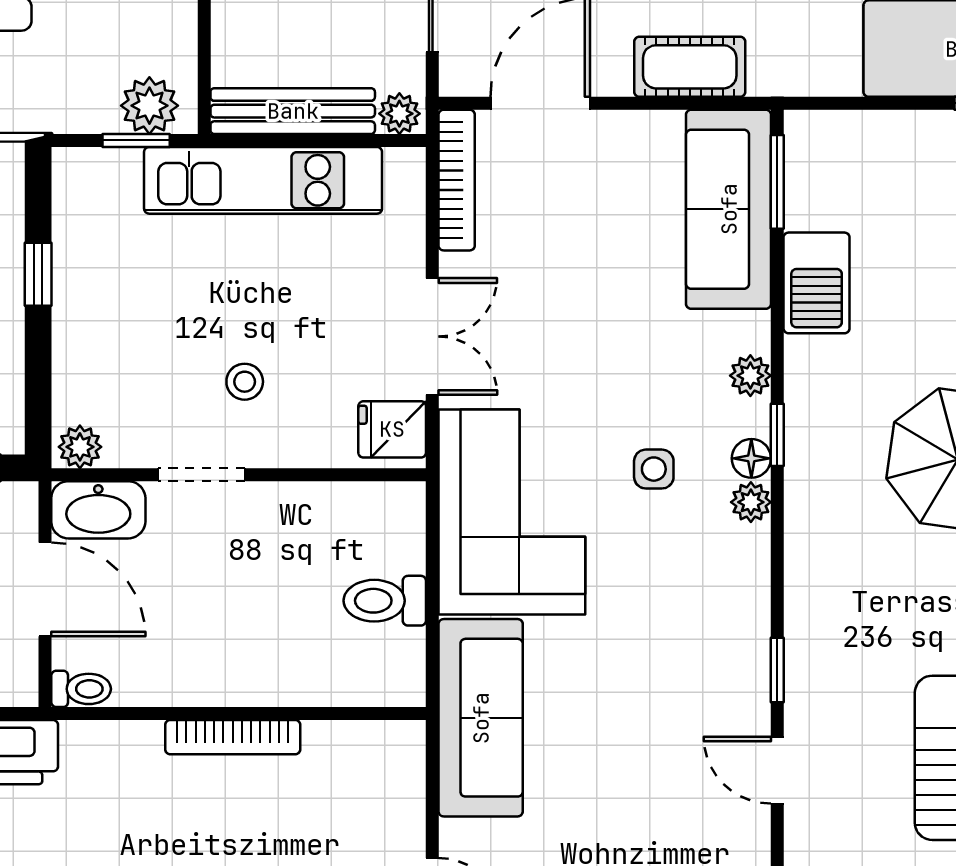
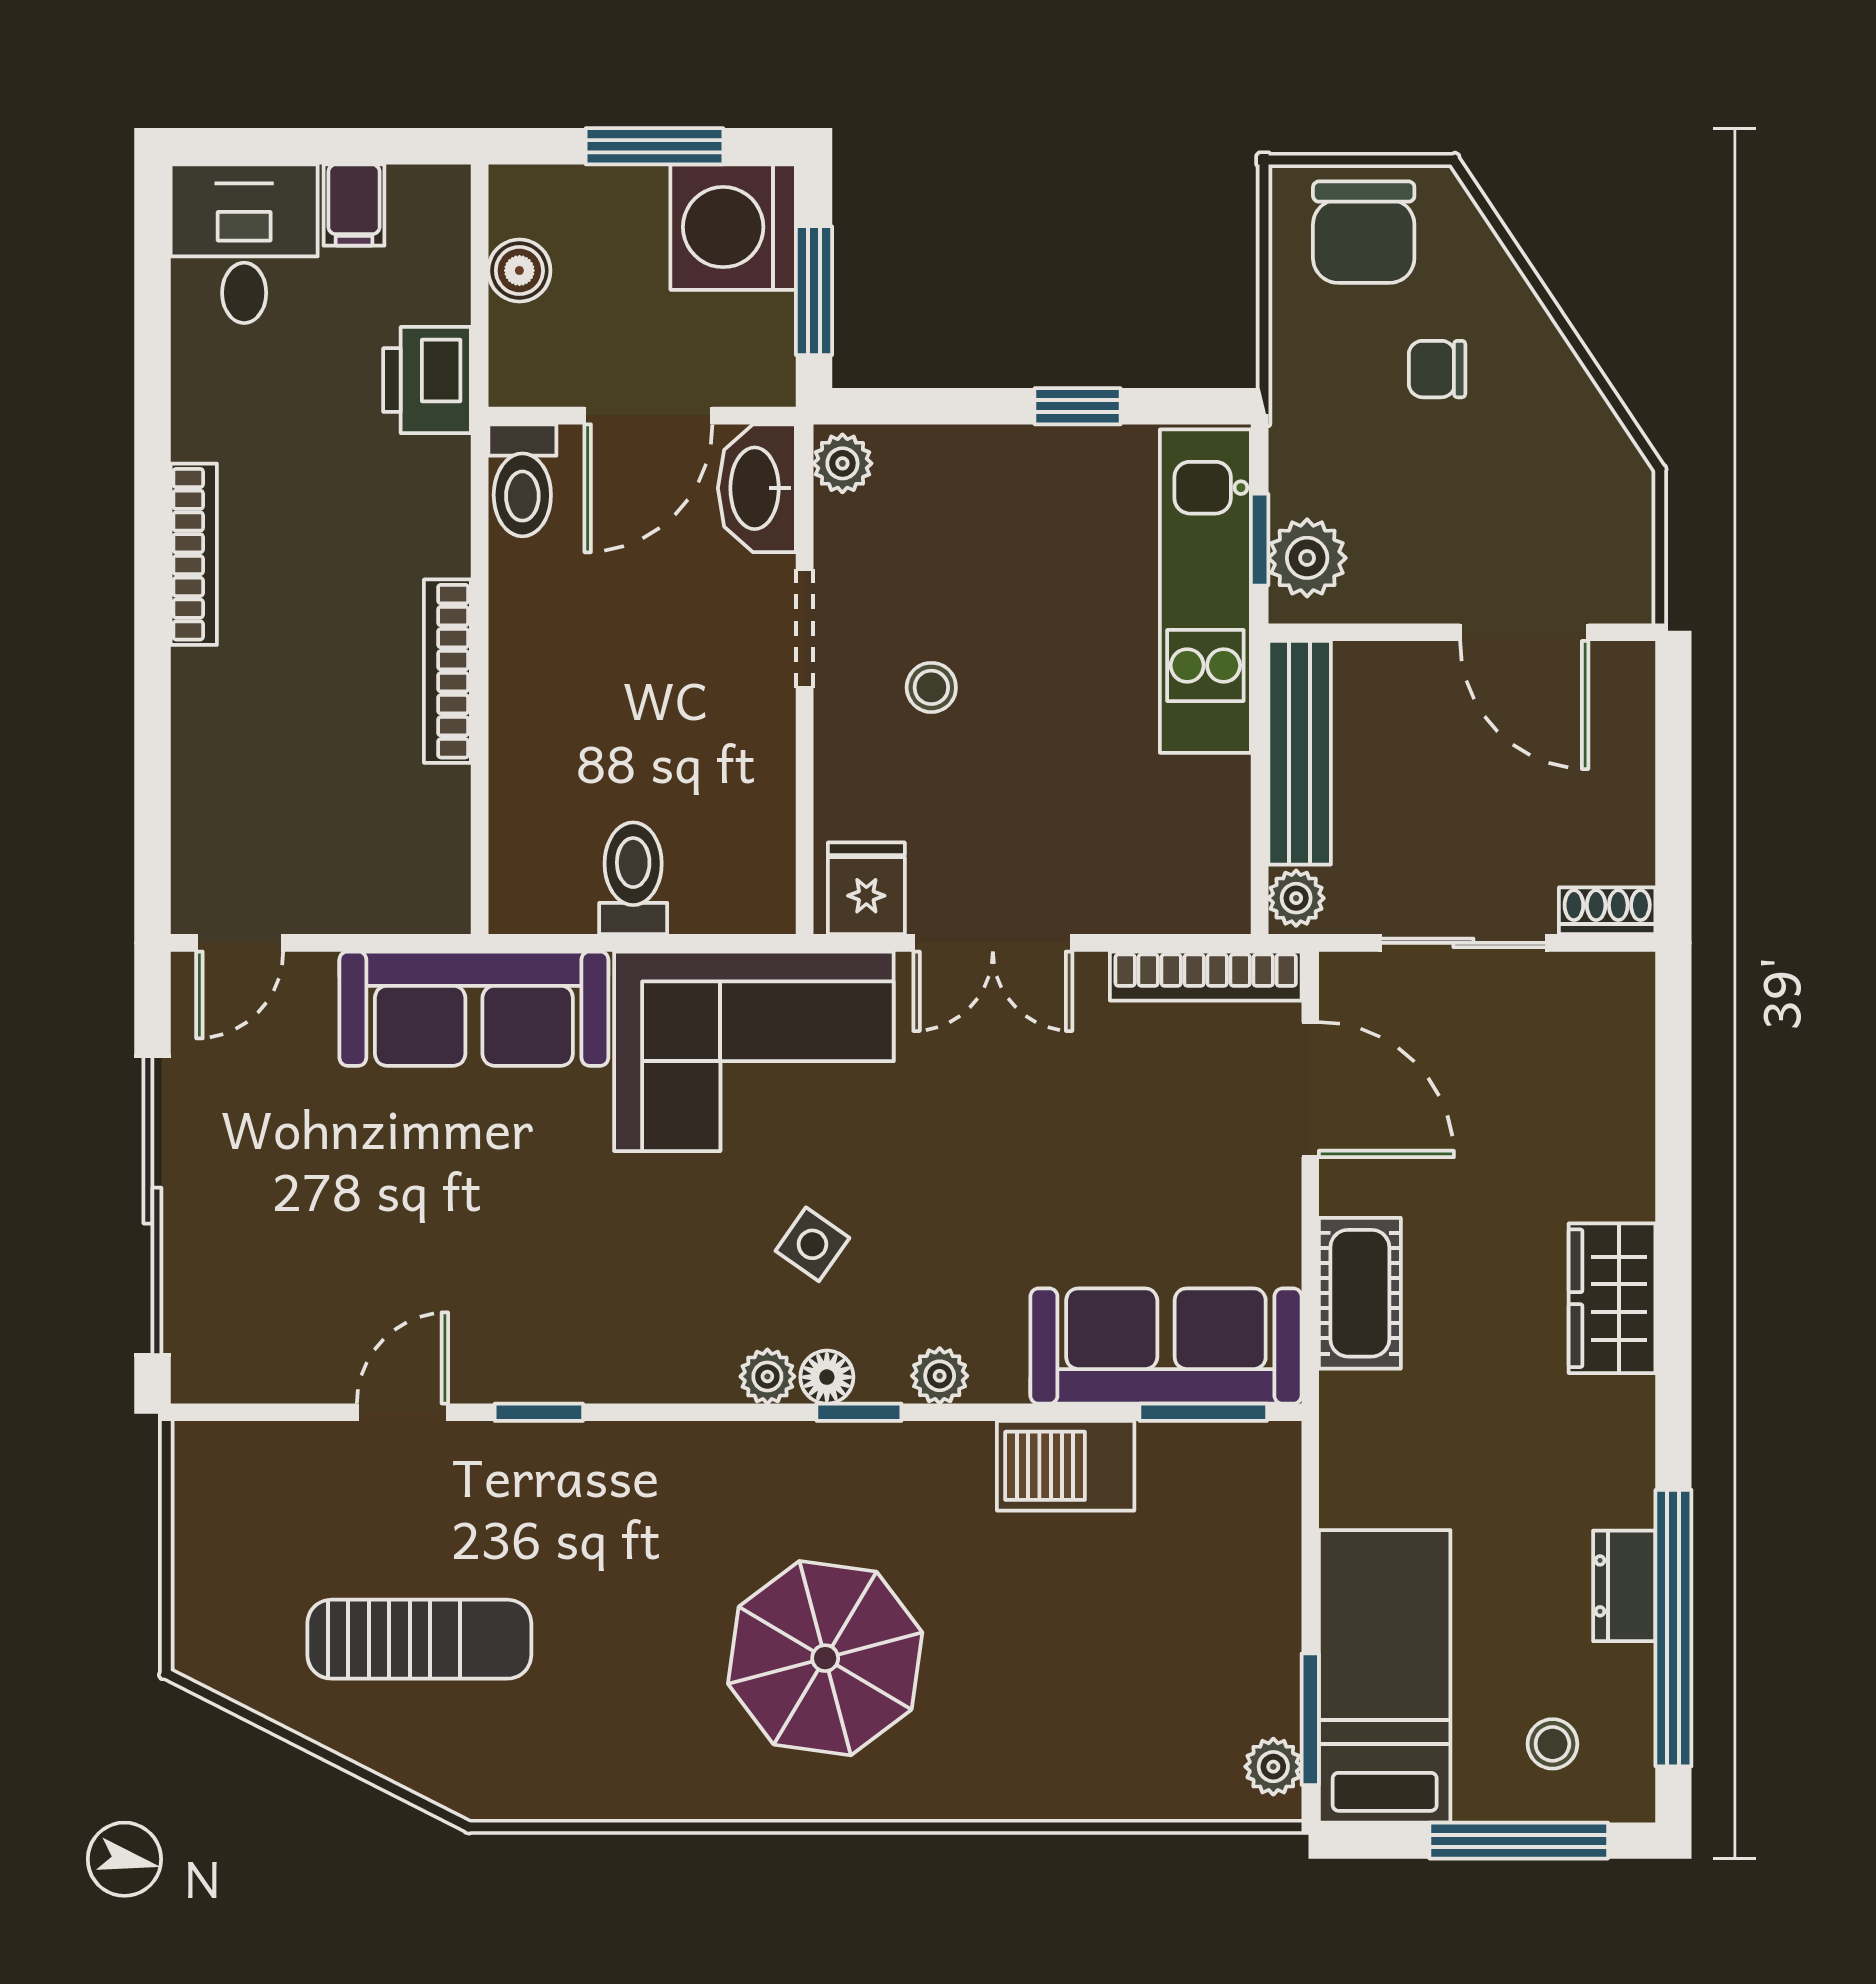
kitchen unit: (263, 180) -> (1205, 591), moved
side table: (654, 469) -> (812, 1244), turned 35
toilet: (81, 689) -> (522, 480), width x1.37, depth x1.39

